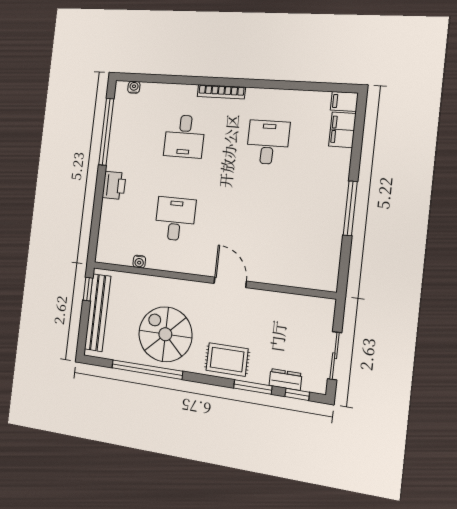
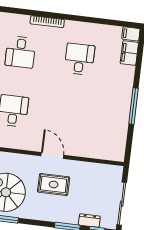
sliding door: (335, 356) -> (122, 204), width x1.37
rug: (227, 360) -> (54, 184), moved

